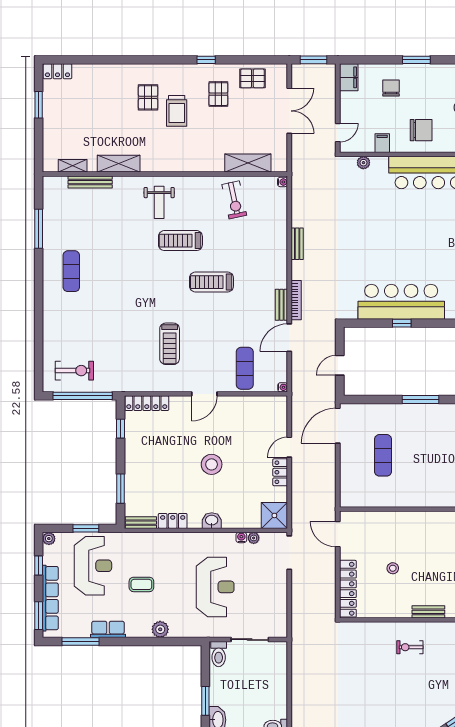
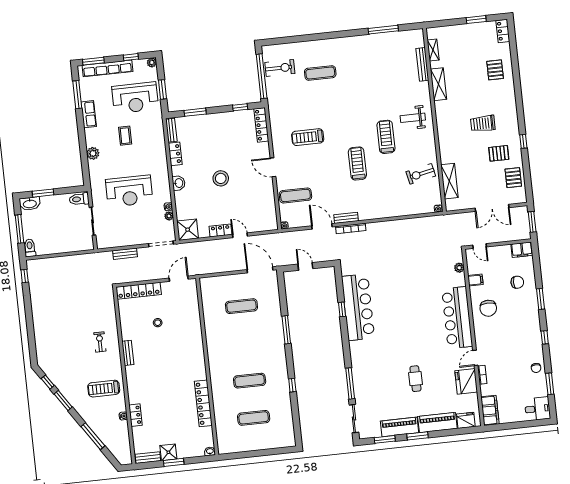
pallet: (148, 97) -> (495, 70), moved, turned 90
bench: (297, 244) -> (125, 254), moved
exercise mat: (71, 271) -> (320, 73), moved
exercise bike: (74, 371) -> (280, 68), turned -90

